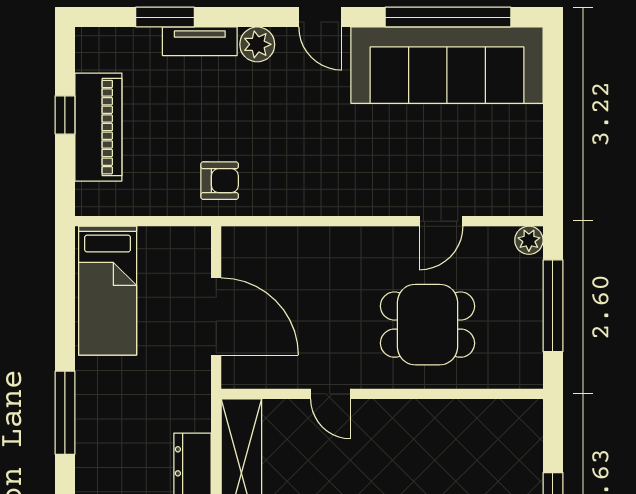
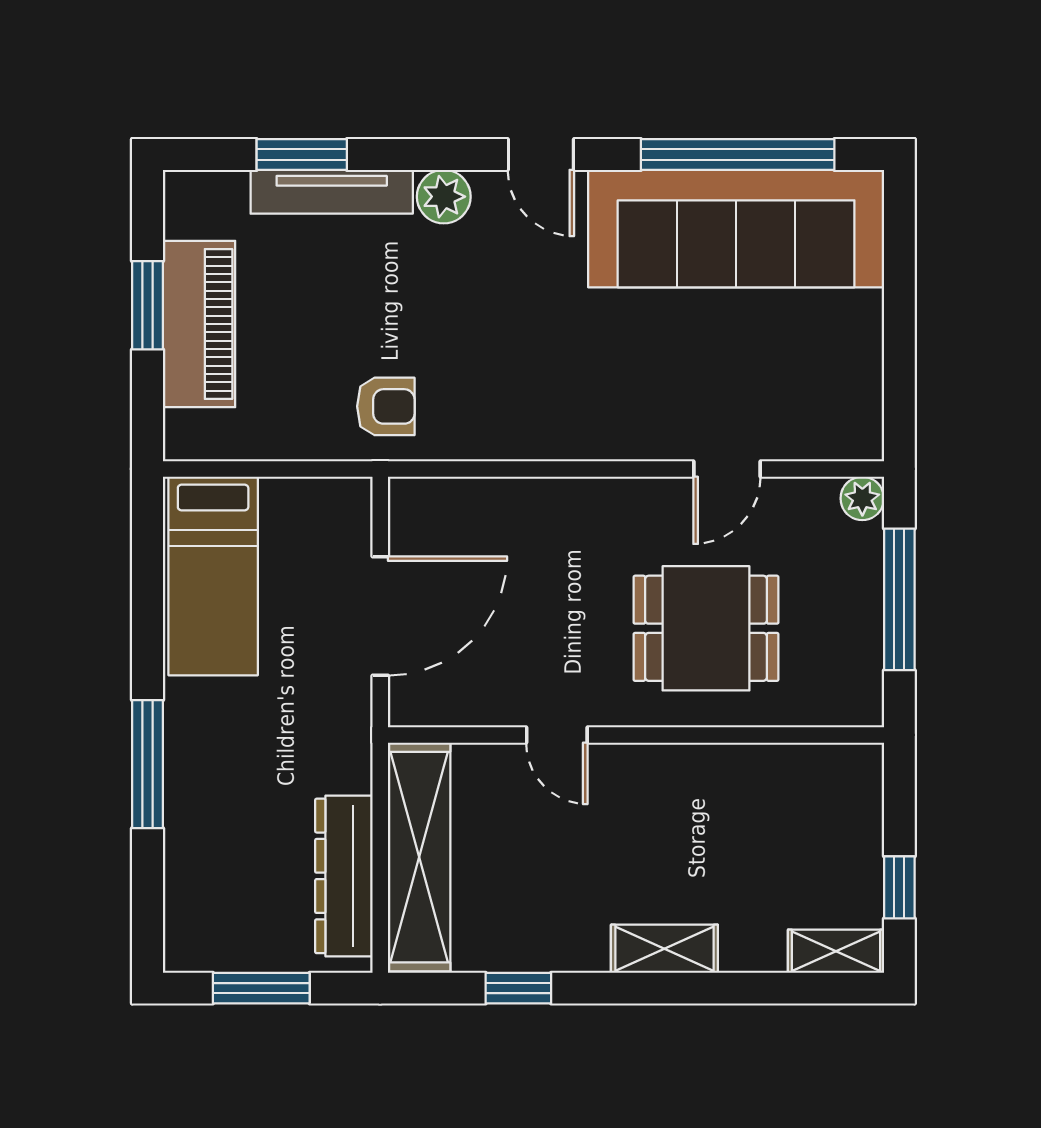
tv unit: (200, 41) -> (332, 192), width x1.41
window: (65, 115) -> (147, 305), width x1.50
door: (216, 317) -> (380, 616), hinge flipped

